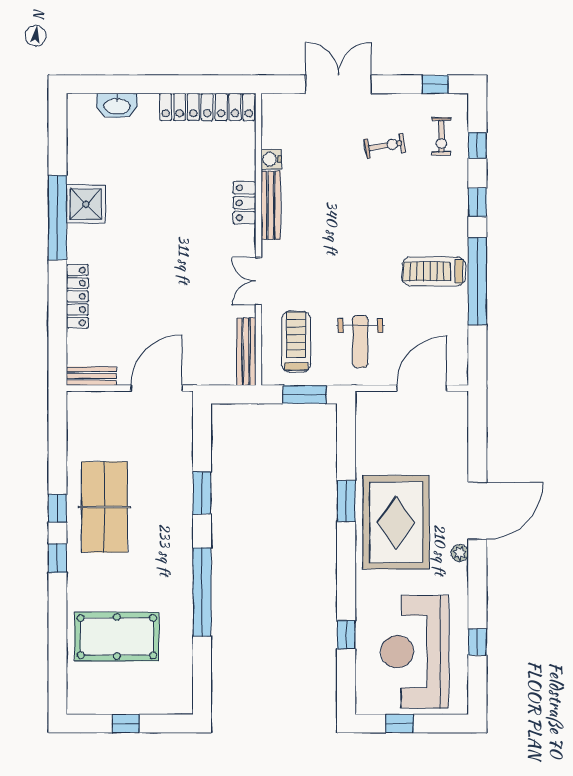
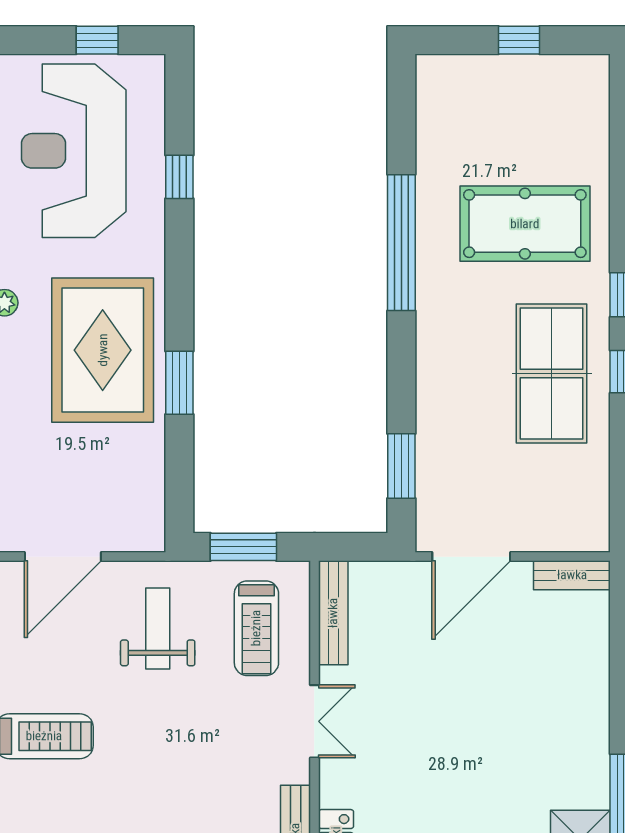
locker: (77, 296) -> (593, 698), removed
window: (202, 493) -> (401, 466), moved
pool table: (117, 637) -> (525, 224), moved
reception desk: (415, 652) -> (74, 151), turned 180

